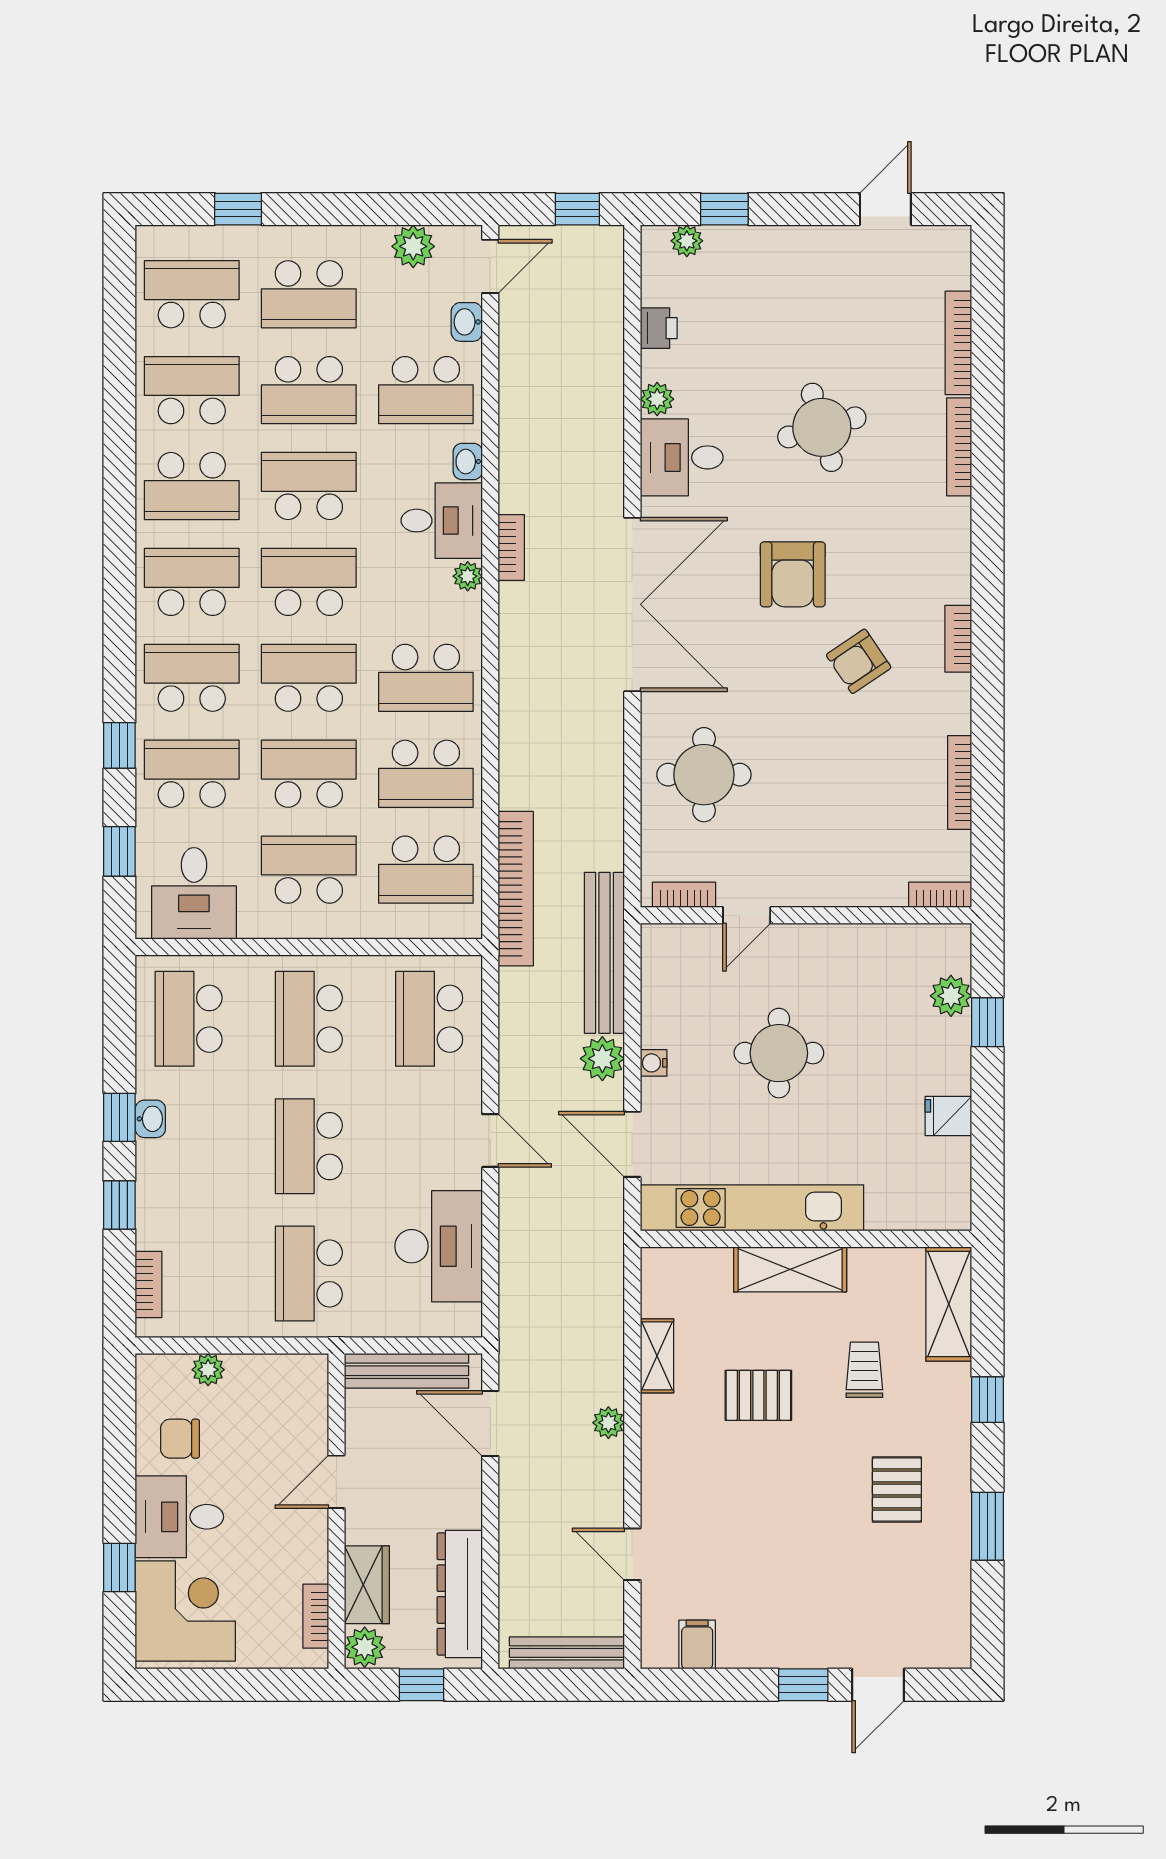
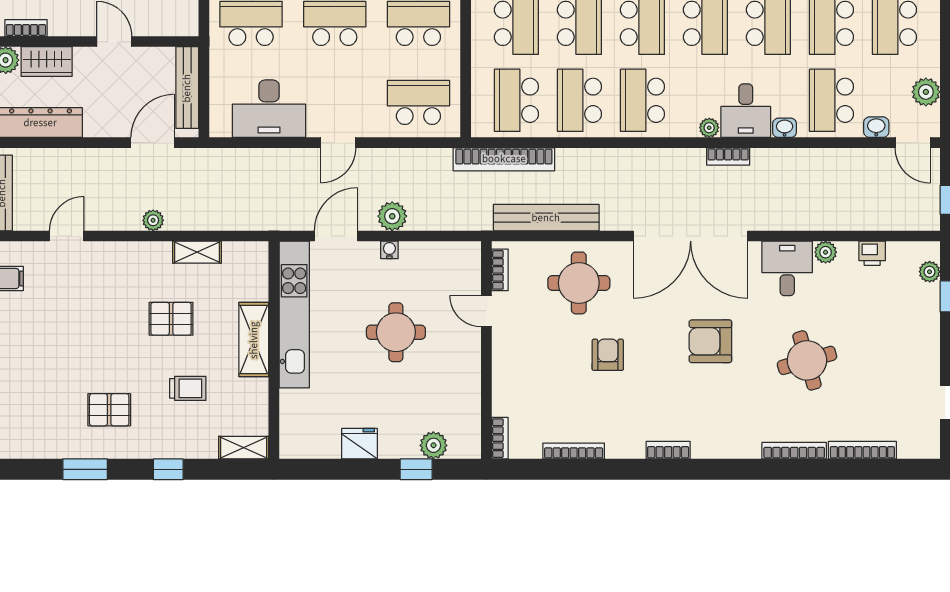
armchair: (859, 661) -> (608, 355), moved, turned 34
bench: (604, 953) -> (546, 218), moved
fridge: (948, 1116) -> (359, 444), width x1.38
shelving: (949, 1304) -> (244, 448), width x0.67, depth x0.75
pallet: (758, 1395) -> (171, 319), turned 90

